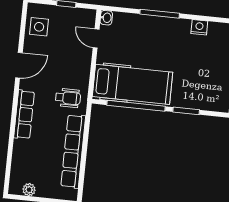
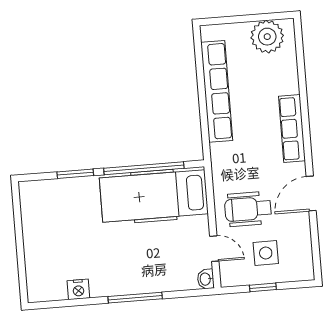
side table: (39, 27) -> (266, 253), moved
wheelchair: (68, 98) -> (248, 209), moved, width x1.36, depth x1.37
plant: (29, 190) -> (267, 37), width x1.87, depth x1.87

